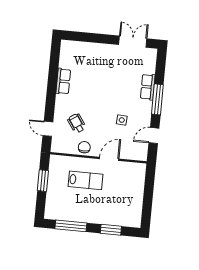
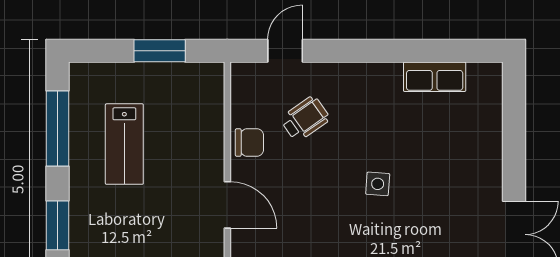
row of seats: (63, 81) -> (435, 77), moved
side table: (122, 120) -> (378, 184), moved
lab bench: (86, 180) -> (124, 144), moved

